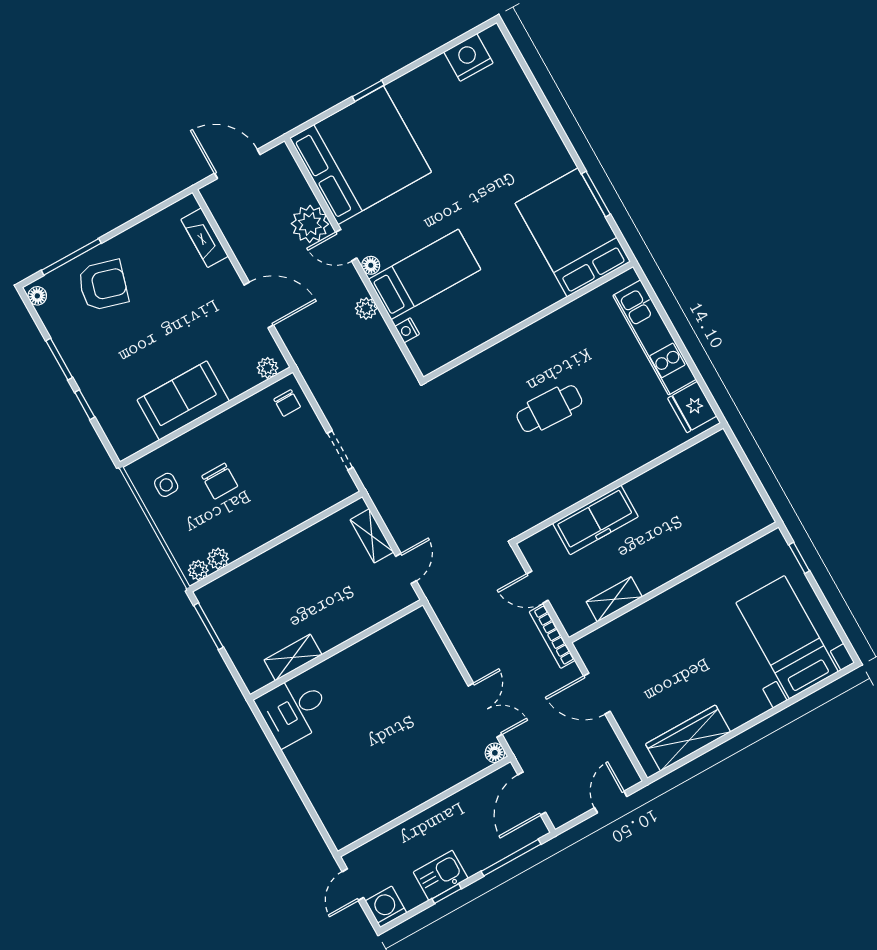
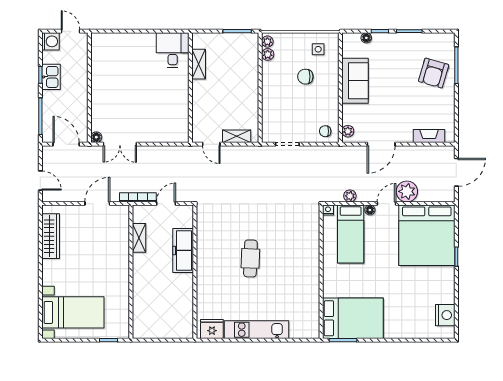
bed: (573, 232) -> (353, 318), moved
floor lamp: (37, 296) -> (366, 38), moved
wall: (528, 322) -> (321, 272), moved

